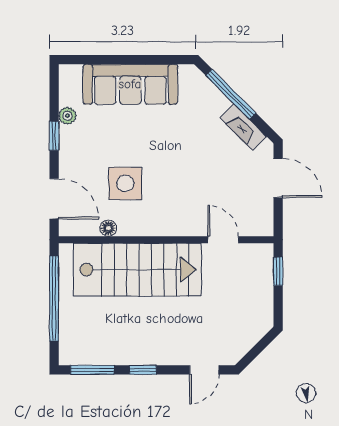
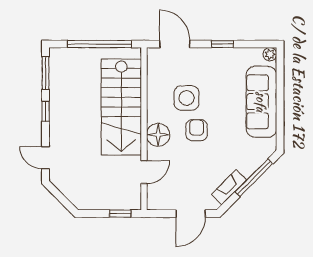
plant: (67, 116) -> (270, 54), moved
armchair: (168, 170) -> (197, 130), added
door: (54, 199) -> (175, 44), swing flipped
floor lamp: (108, 228) -> (158, 135), moved, width x1.89, depth x1.89

